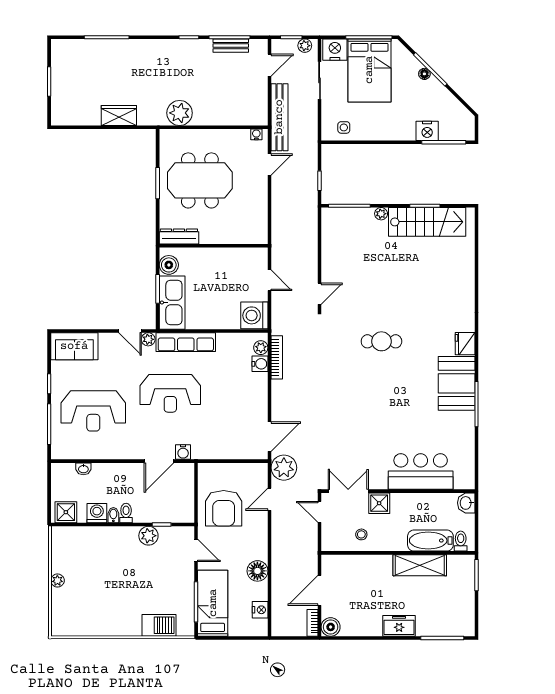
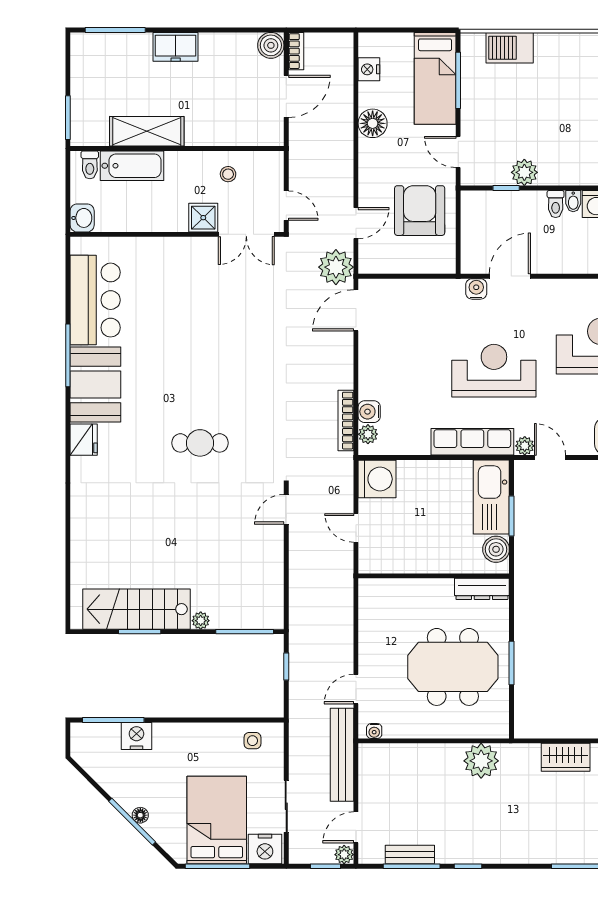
plant: (305, 46) -> (344, 855), moved
bar counter: (421, 472) -> (95, 300), moved, turned -90

